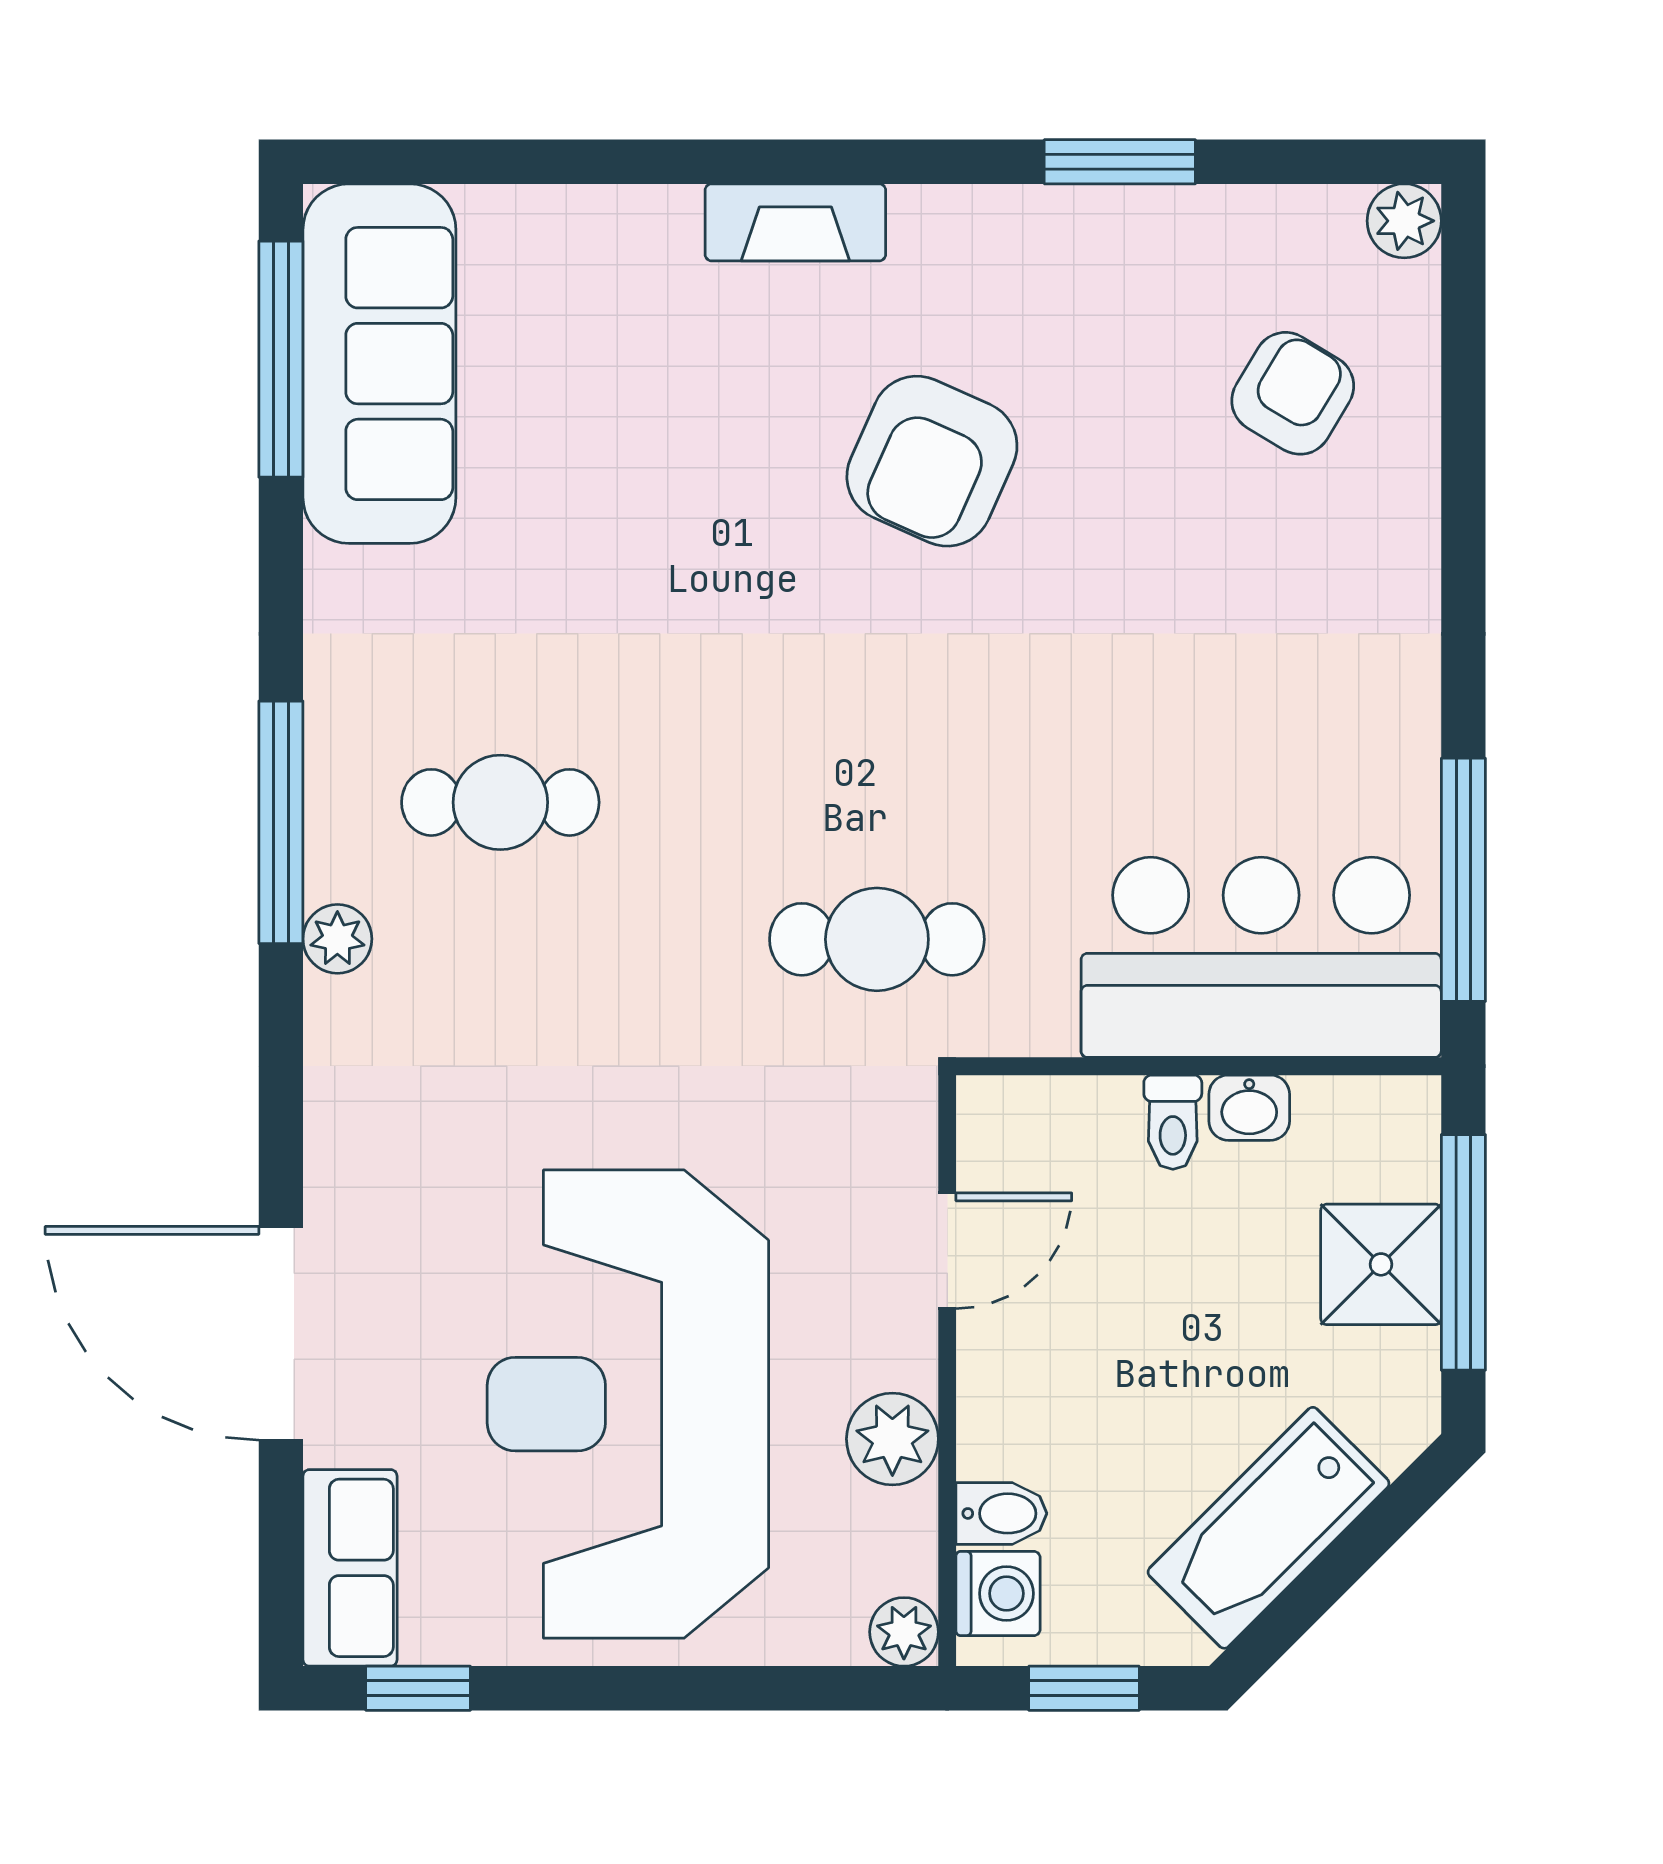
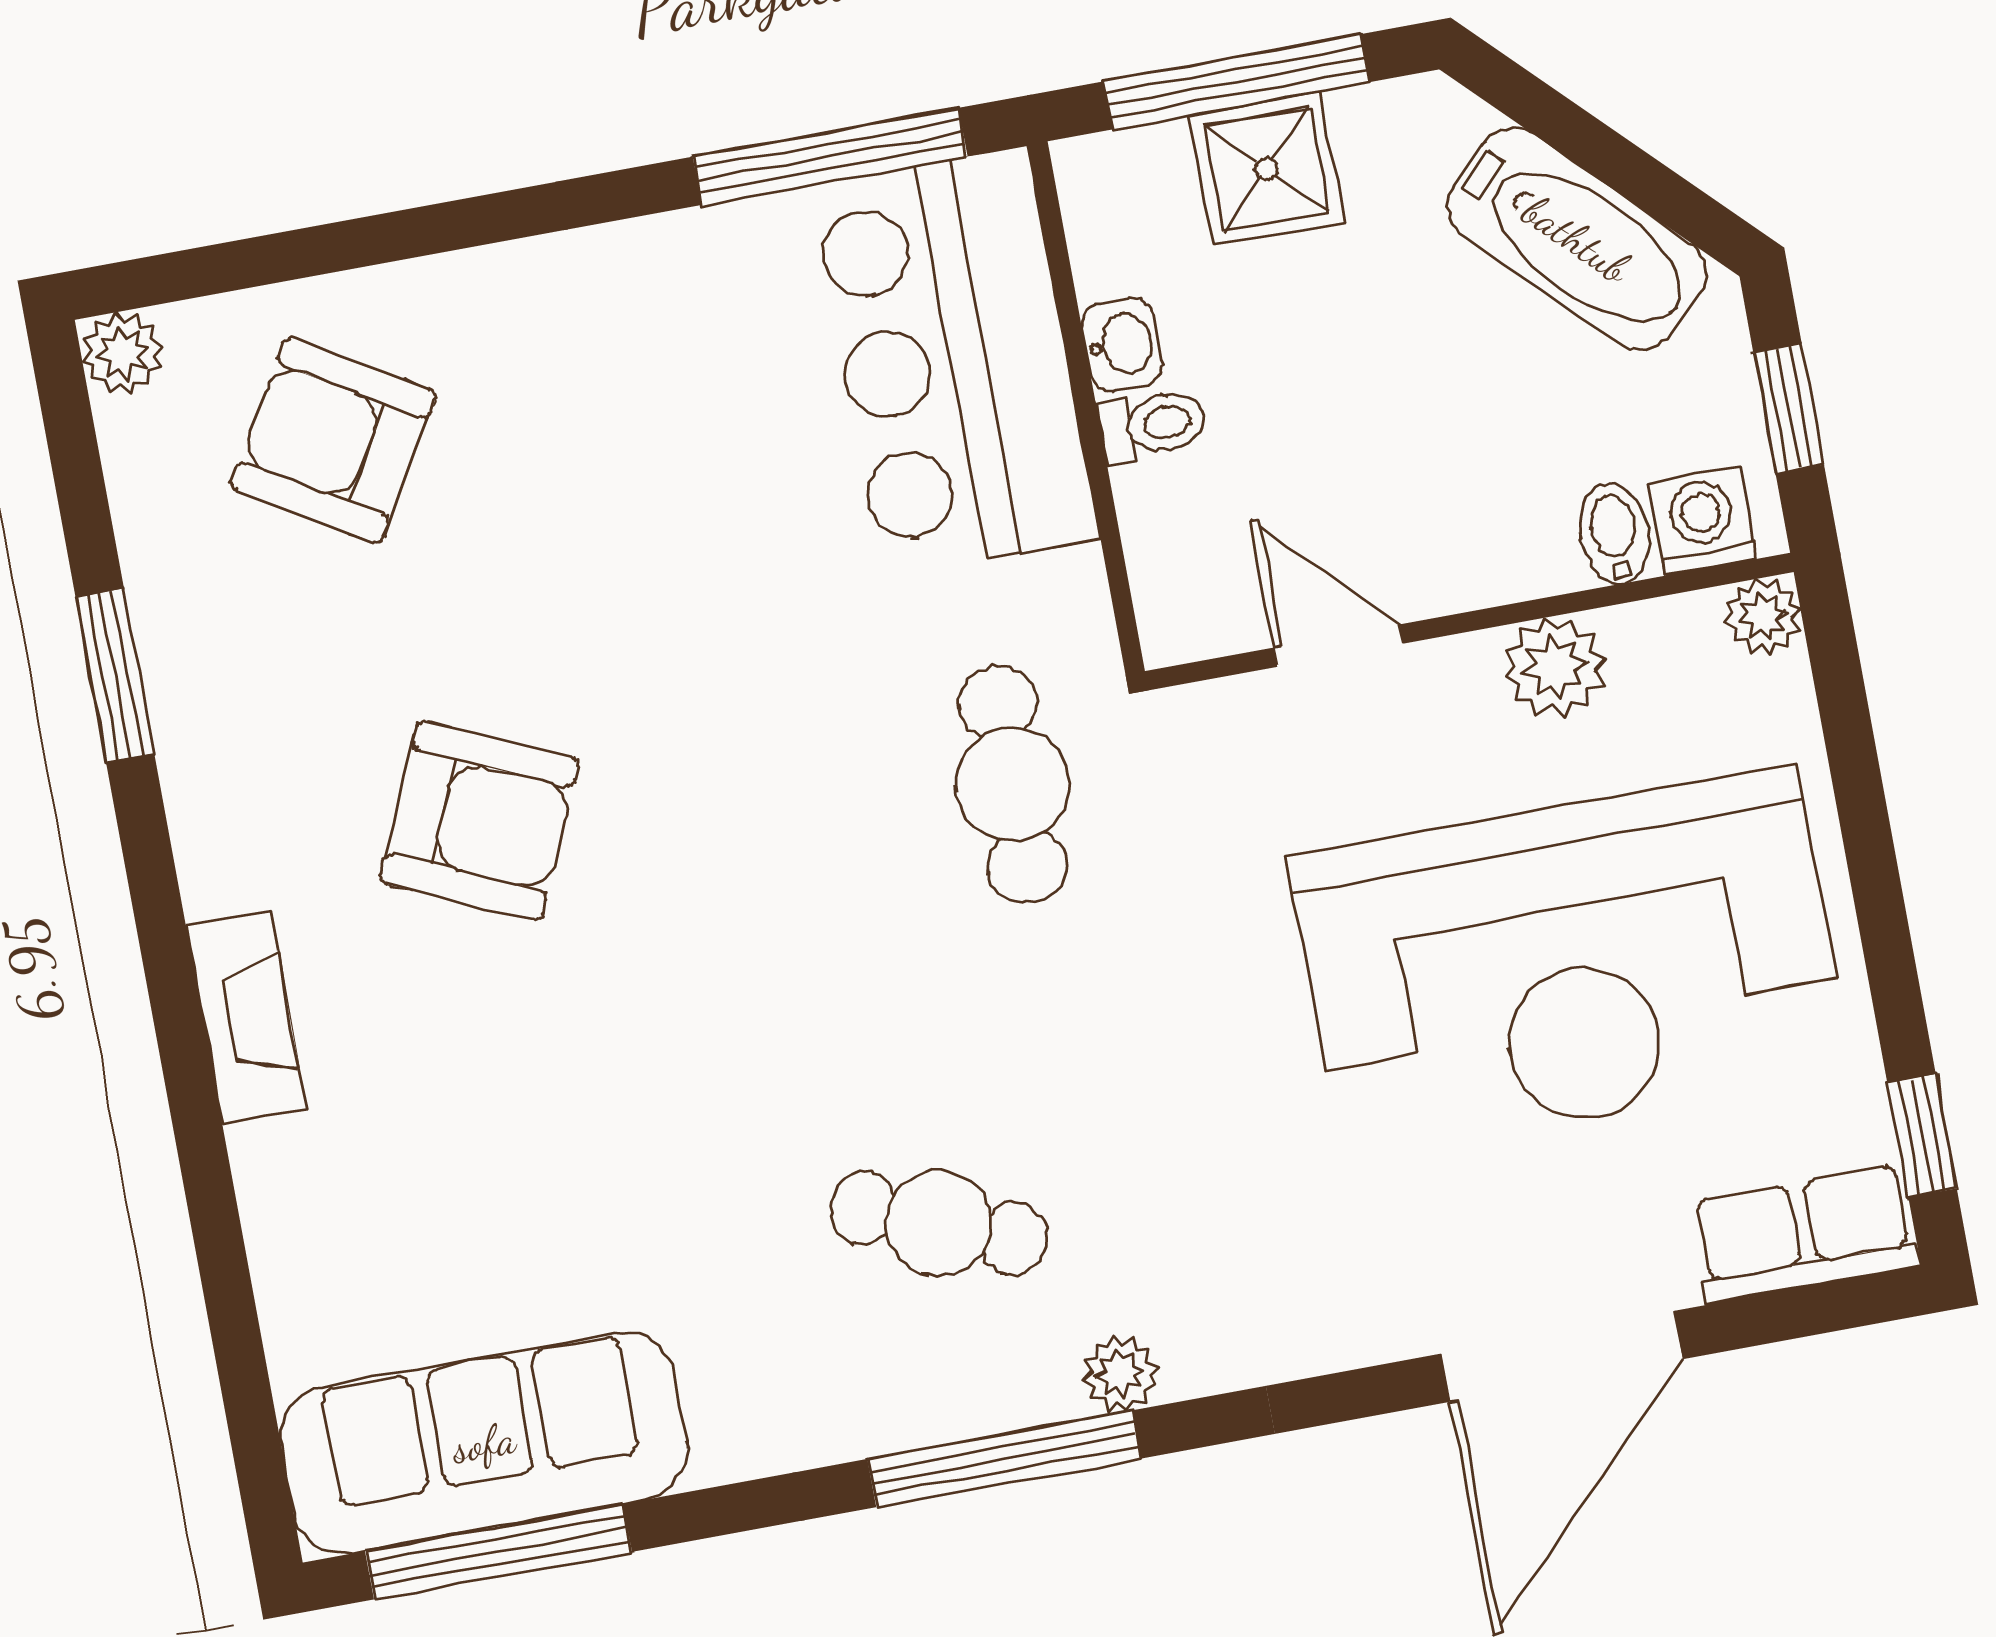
armchair: (1293, 393) -> (333, 440), width x1.38, depth x1.38
cafe table: (500, 802) -> (939, 1223), turned -68

